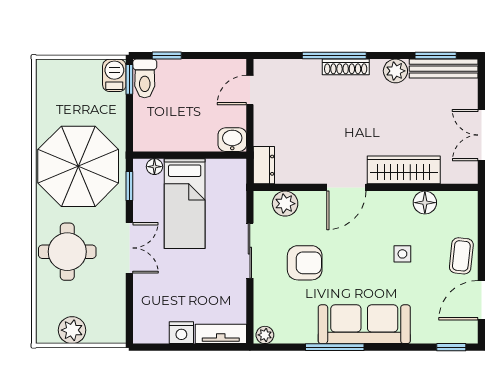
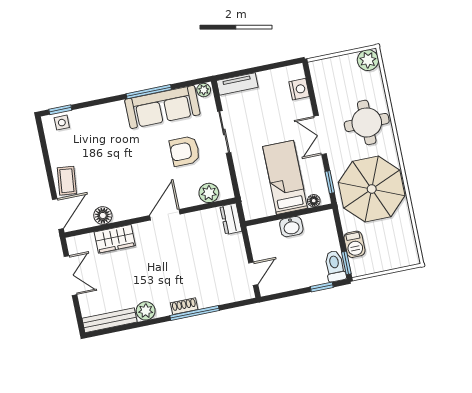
window: (436, 56) -> (118, 329), removed
shoe rack: (346, 67) -> (184, 306), width x0.70
barbecue: (114, 75) -> (354, 244), moved
washbasin: (232, 140) -> (291, 227), moved
wardrobe: (404, 170) -> (115, 239), width x0.67
sliding door: (250, 251) -> (224, 132), moved
side table: (402, 254) -> (62, 123), moved
door: (481, 300) -> (58, 214), moved
sofa: (364, 324) -> (162, 107), moved
plant: (72, 330) -> (368, 60), moved
nightstand: (181, 333) -> (299, 89), moved, turned 90

